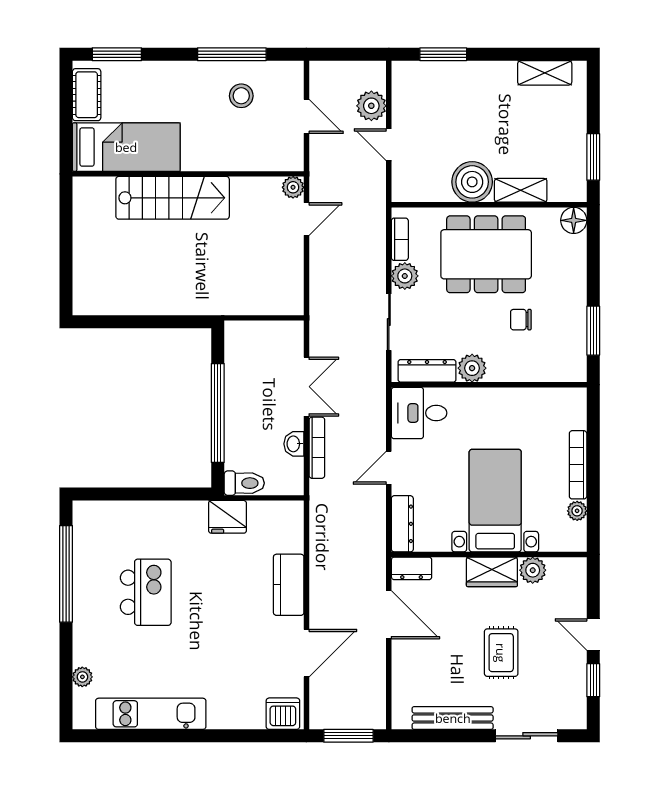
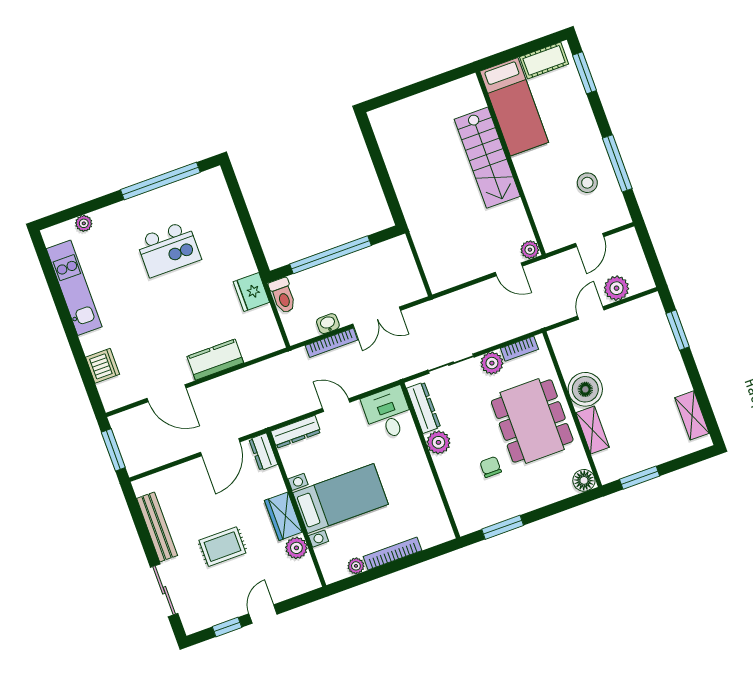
dishwasher: (283, 714) -> (103, 366), moved

